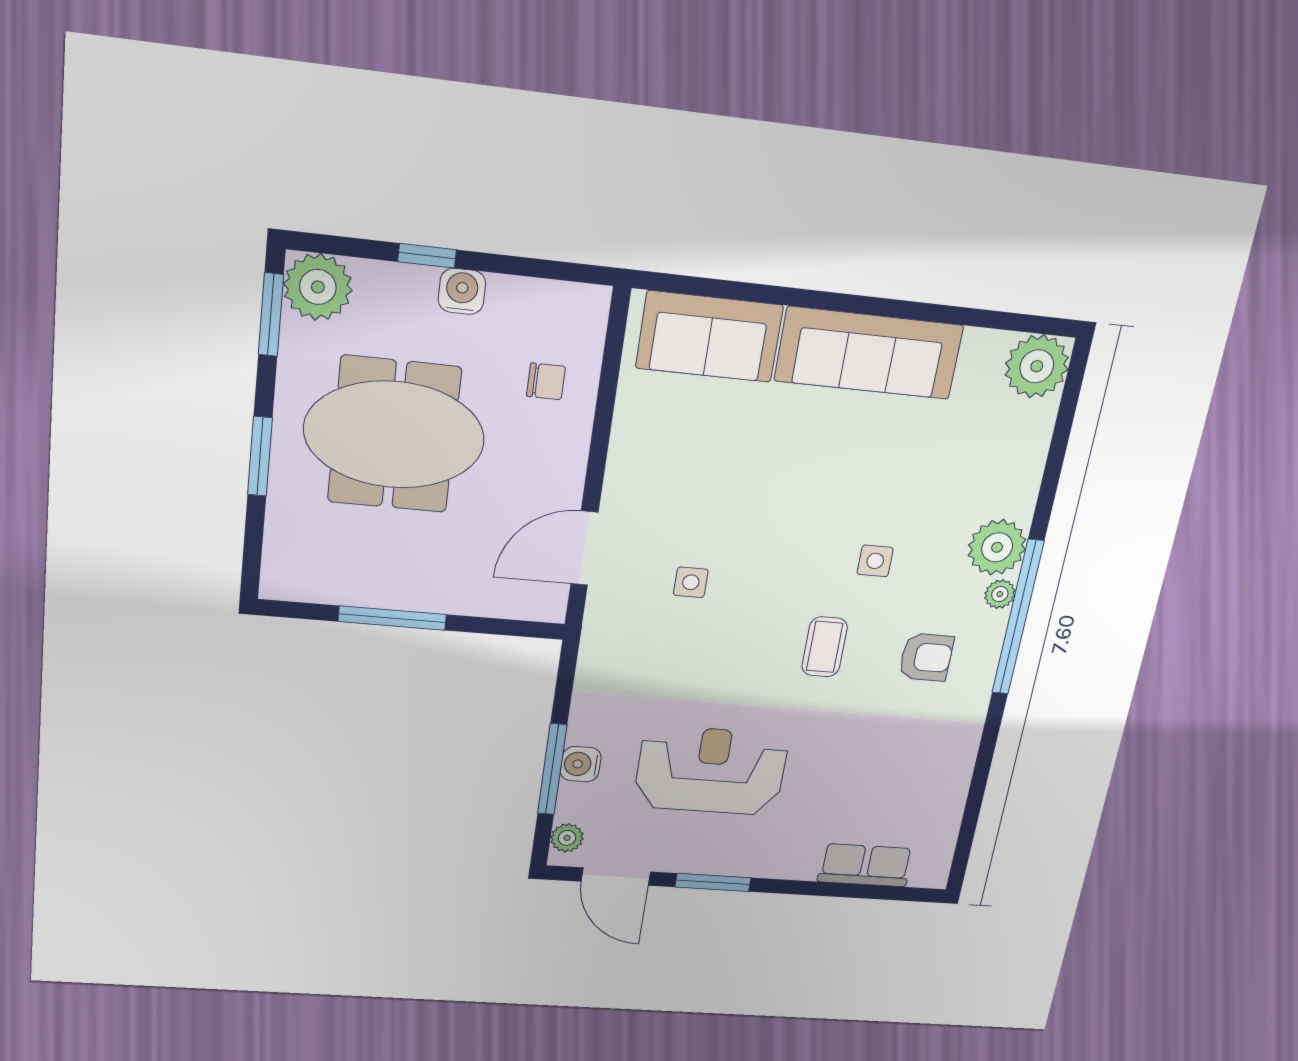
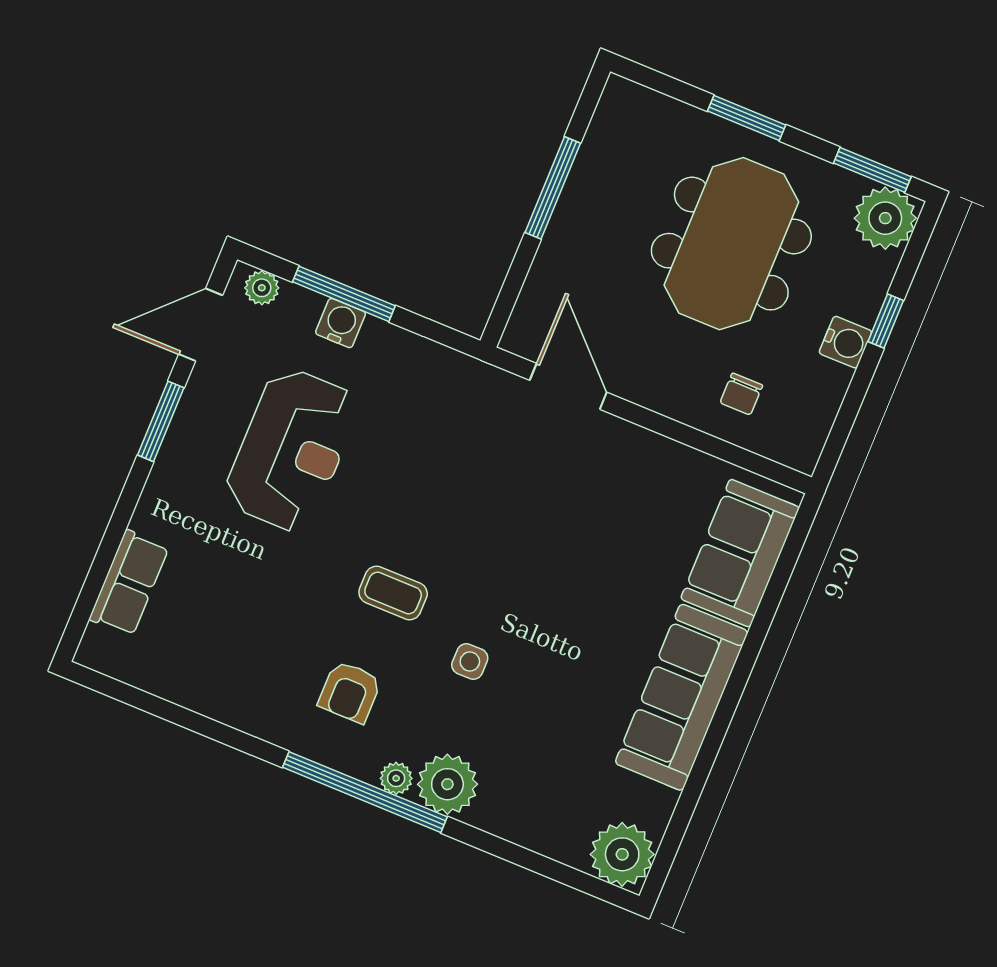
side table: (691, 582) -> (502, 478), removed

